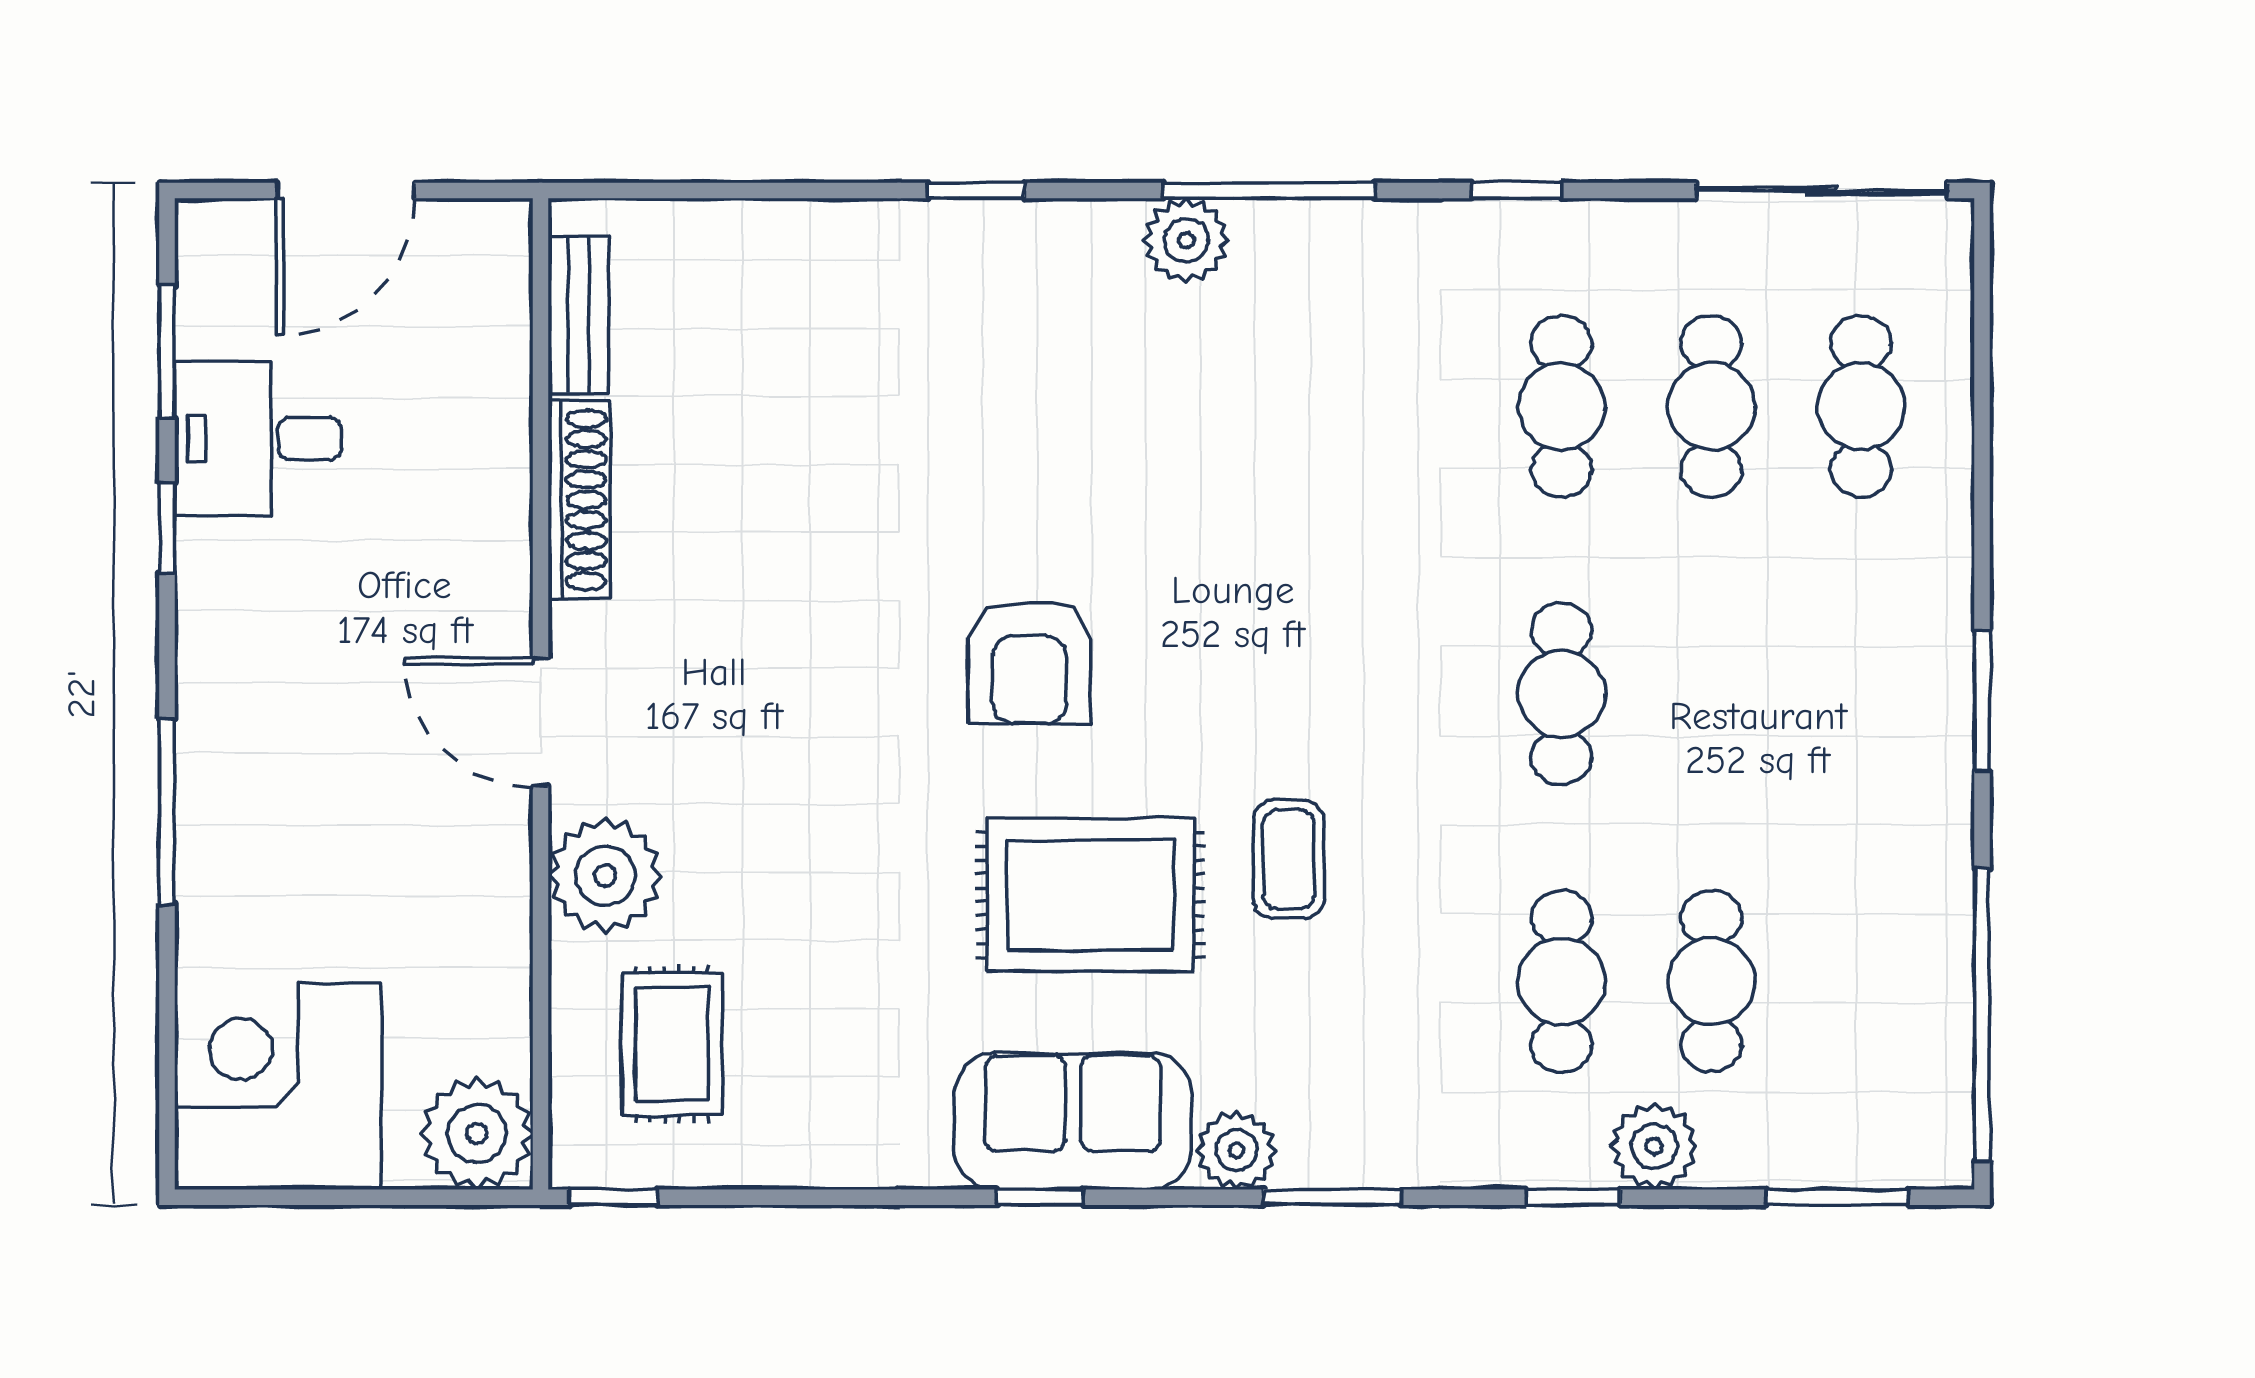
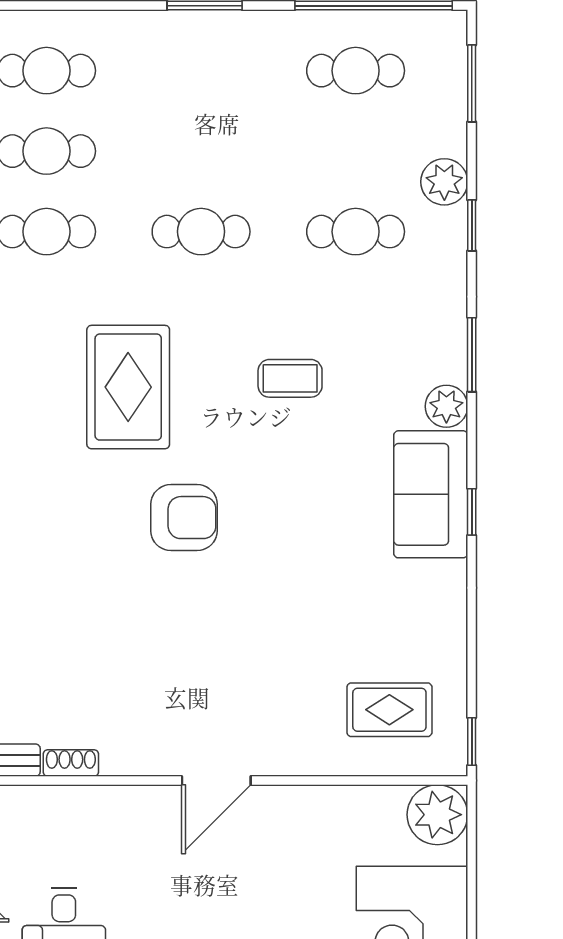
shoe rack: (579, 500) -> (71, 763), width x0.51, depth x0.81
plant: (605, 875) -> (299, 746), removed
rug: (1090, 895) -> (128, 387), moved
cafe table: (1711, 981) -> (356, 71), moved

